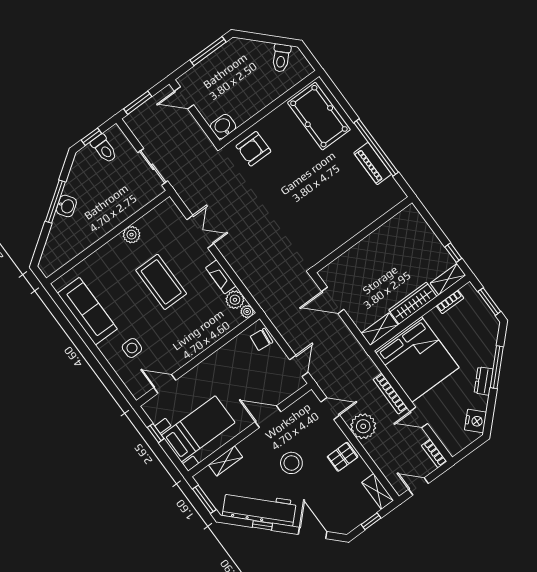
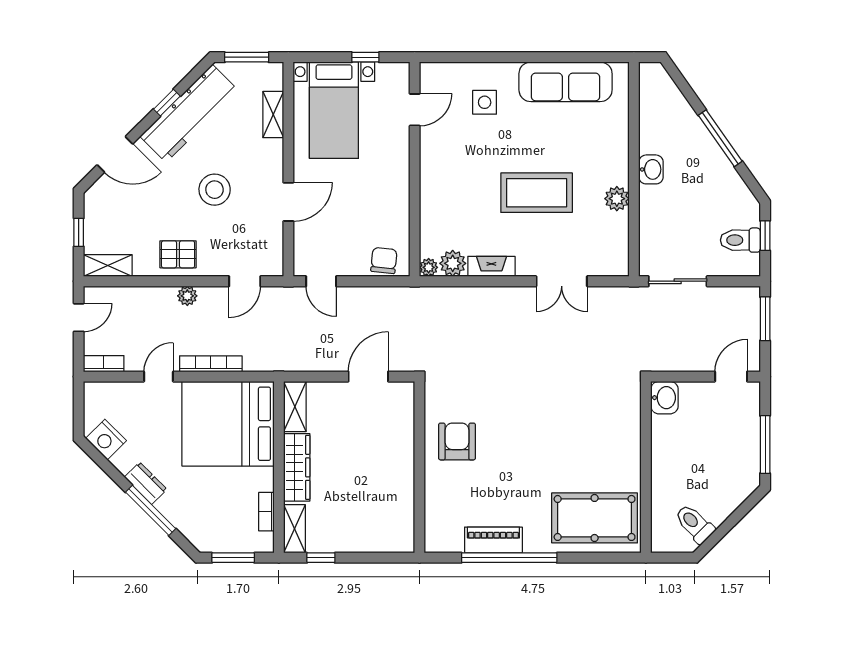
armchair: (253, 149) -> (457, 441), moved
washbasin: (66, 206) -> (651, 169), moved, turned -145
plant: (363, 426) -> (187, 296), width x0.53, depth x0.53
pallet: (343, 457) -> (178, 254), turned 90

